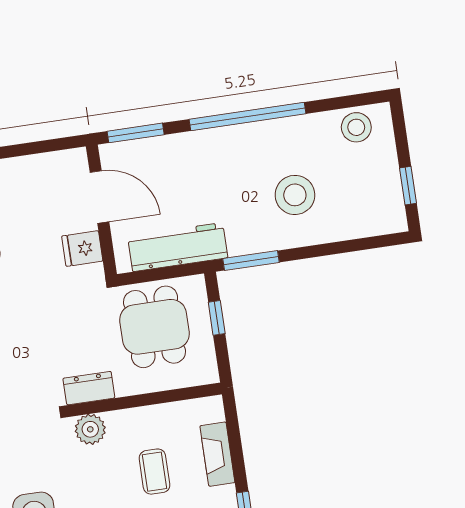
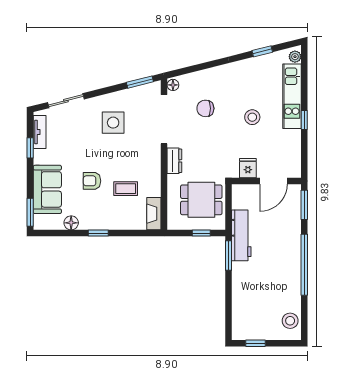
stool: (295, 195) -> (259, 283), removed
workbench: (178, 247) -> (241, 235), moved
plant: (90, 429) -> (153, 158), removed
fireplace: (217, 454) -> (154, 214), moved, turned -90

